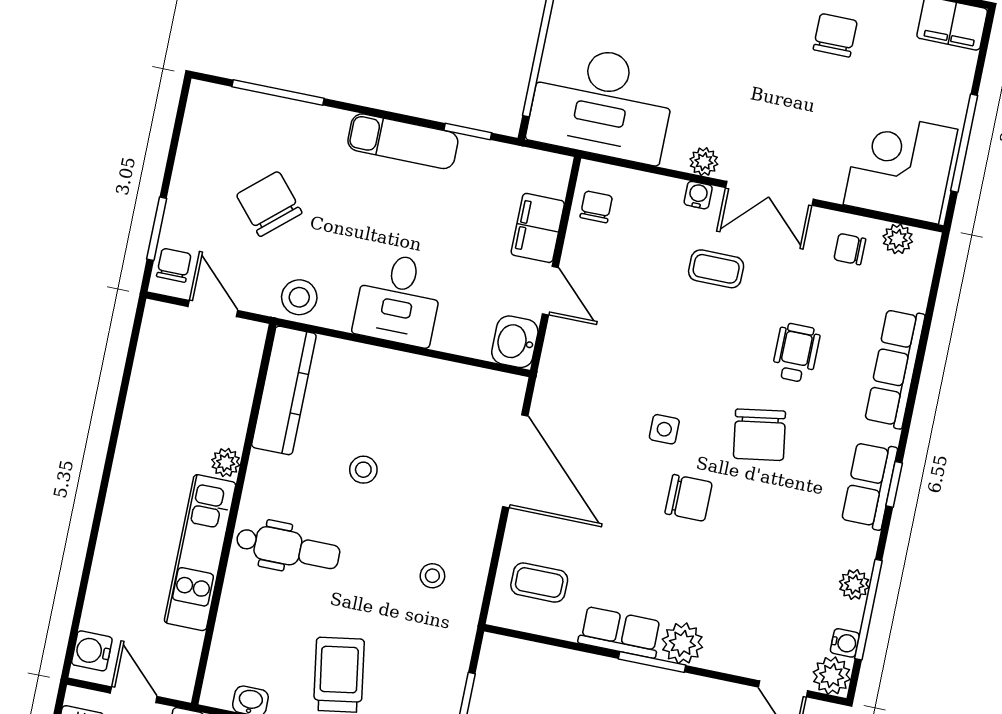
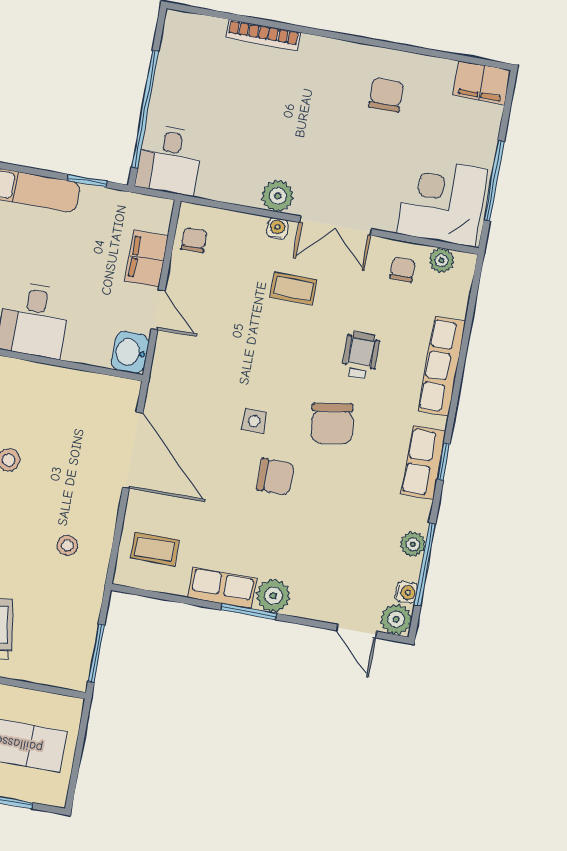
desk: (602, 103) -> (169, 160), width x0.53, depth x0.77
plant: (704, 162) -> (278, 196), width x1.38, depth x1.38
chair: (850, 249) -> (402, 270), turned 90

